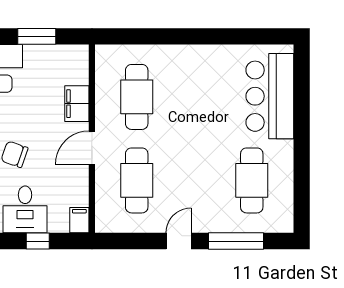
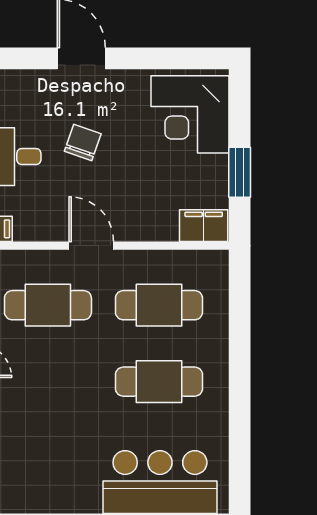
filing cabinet: (77, 104) -> (204, 226), moved
cafe table: (252, 180) -> (159, 382), moved

